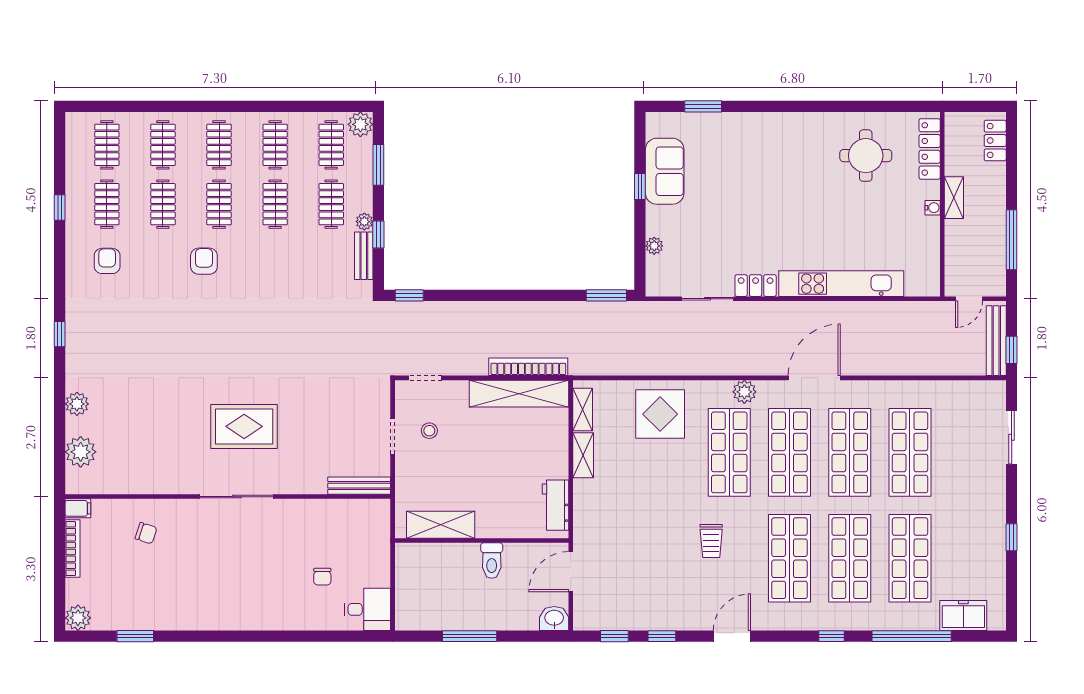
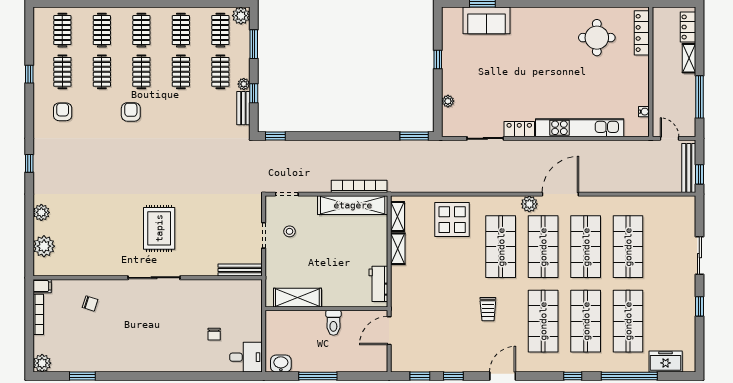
sofa: (665, 171) -> (487, 20), moved, turned 90
shelving: (954, 198) -> (689, 58), moved
water cooler: (933, 208) -> (644, 112), moved
door: (969, 299) -> (670, 138), swing flipped
plant: (744, 392) -> (529, 204), moved
rug: (244, 426) -> (159, 228), turned 90
sliding door: (1012, 437) -> (699, 256), moved
washbasin: (554, 618) -> (281, 364), moved

